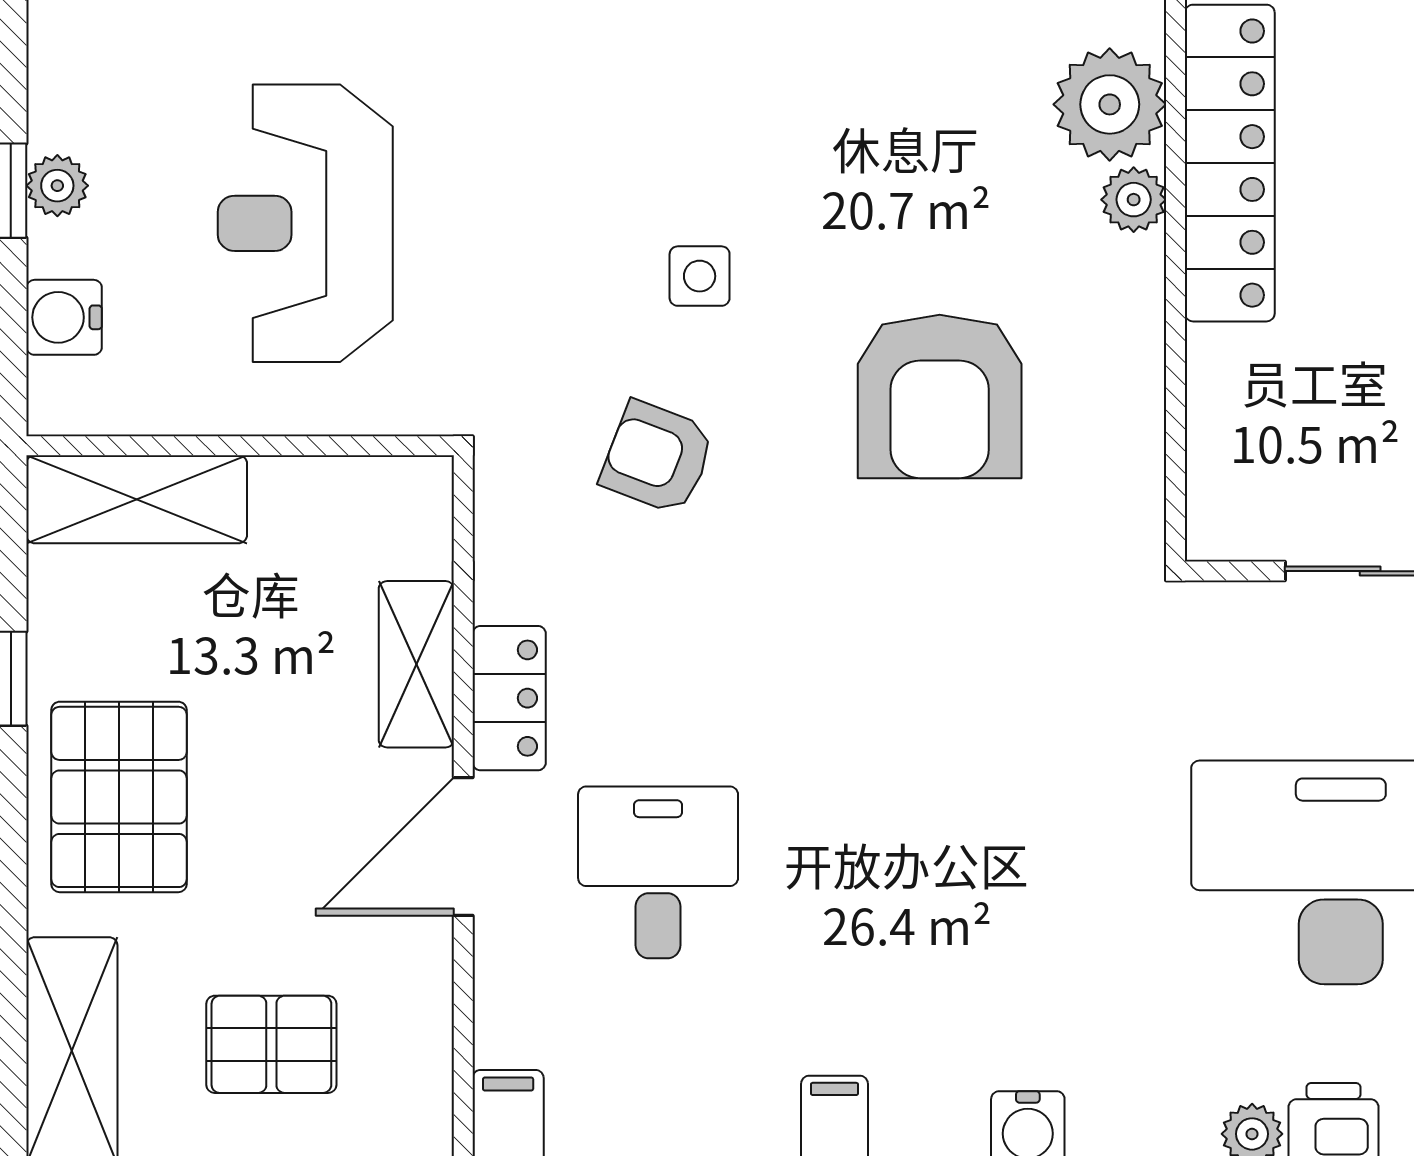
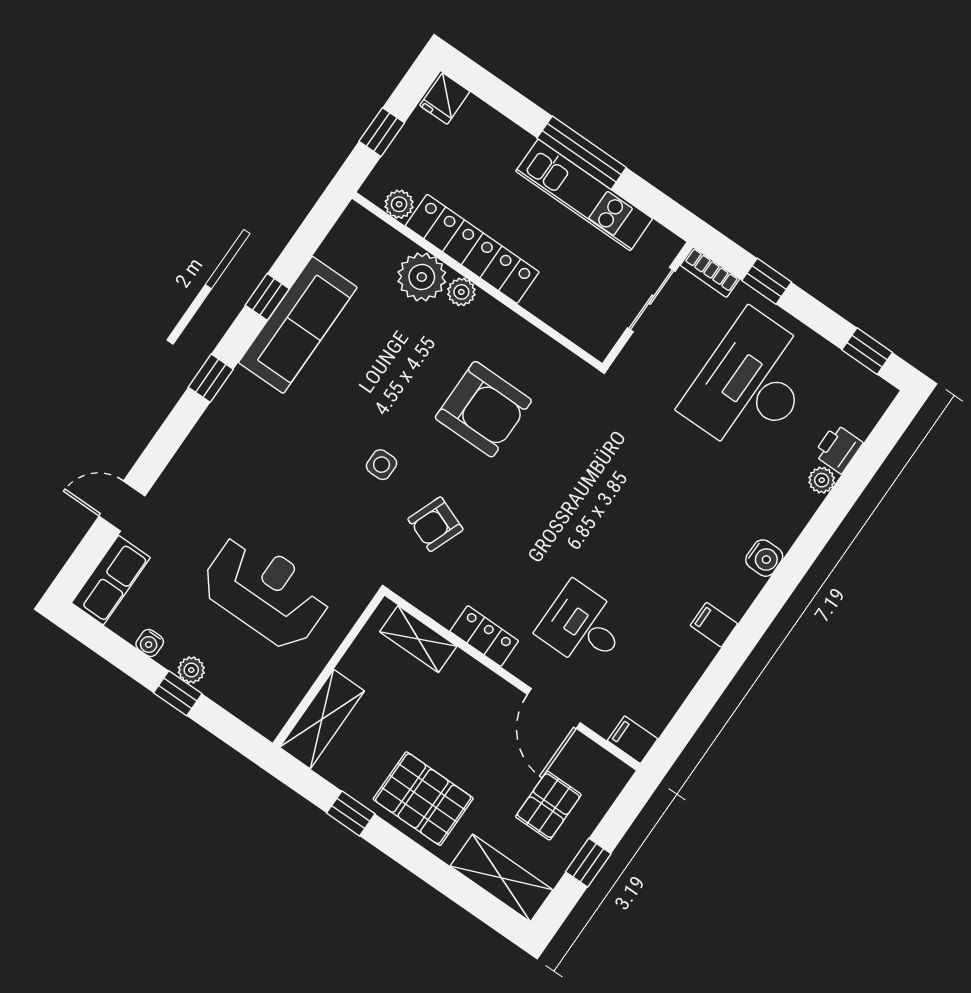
reception desk: (305, 223) -> (266, 591), turned 180
water cooler: (64, 317) -> (150, 643), moved, width x0.72, depth x0.72
shelving: (416, 664) -> (418, 639), moved
door: (463, 846) -> (554, 709), moved

